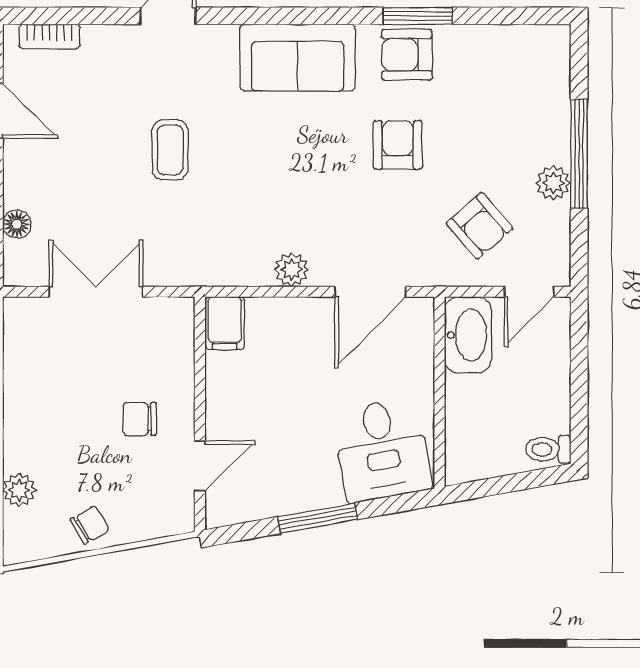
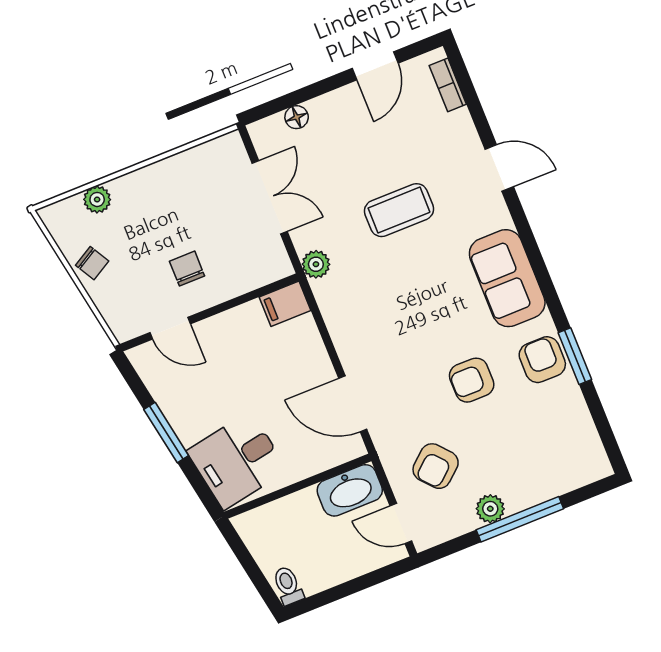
armchair: (398, 145) -> (472, 380), turned 180
coffee table: (170, 150) -> (399, 210), width x1.36, depth x1.30
plant: (292, 270) -> (316, 264), moved

